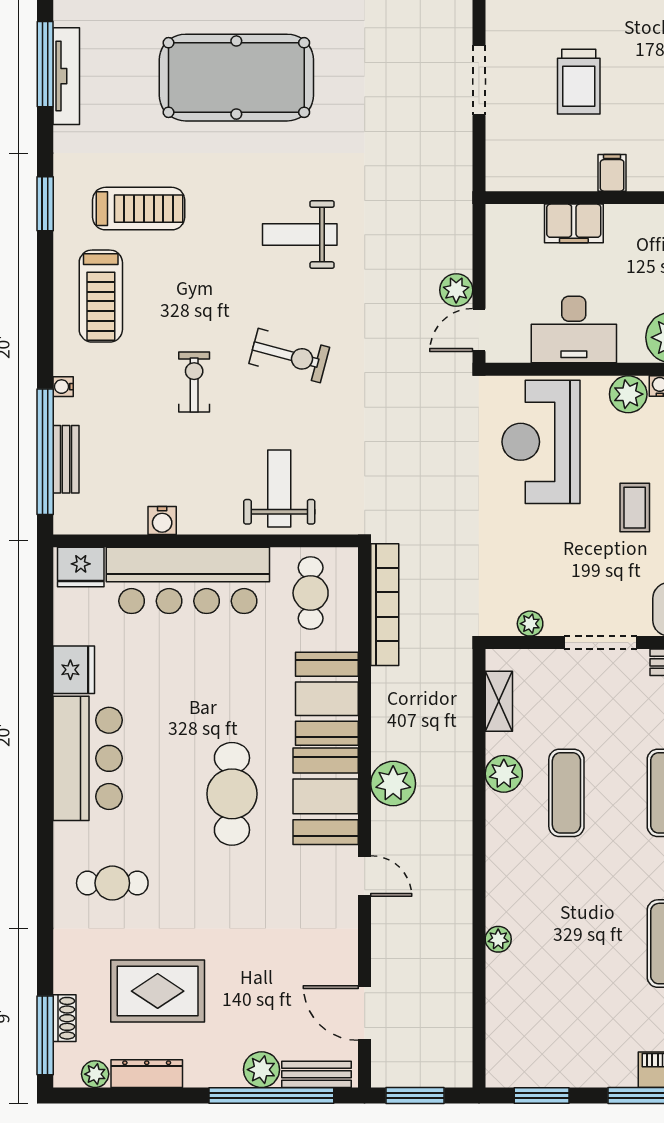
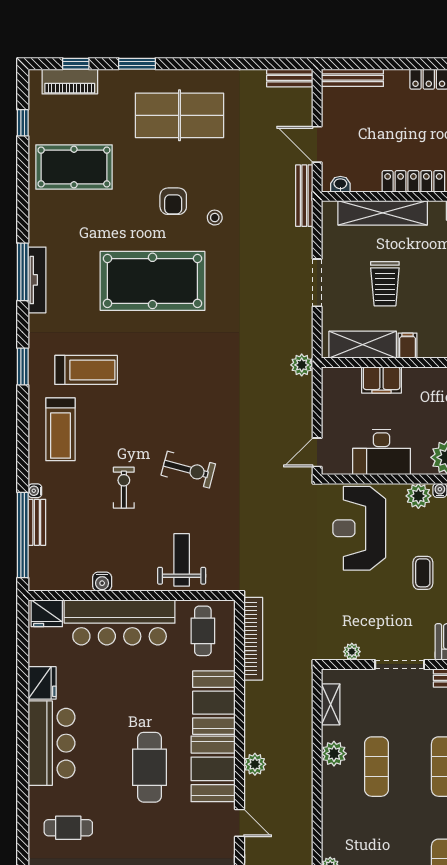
shelving: (546, 171) -> (363, 345), added
weight bench: (300, 235) -> (195, 388), removed
plant: (456, 290) -> (302, 365), moved
bench: (66, 459) -> (37, 522), moved
plant: (393, 784) -> (255, 764), width x0.73, depth x0.73

